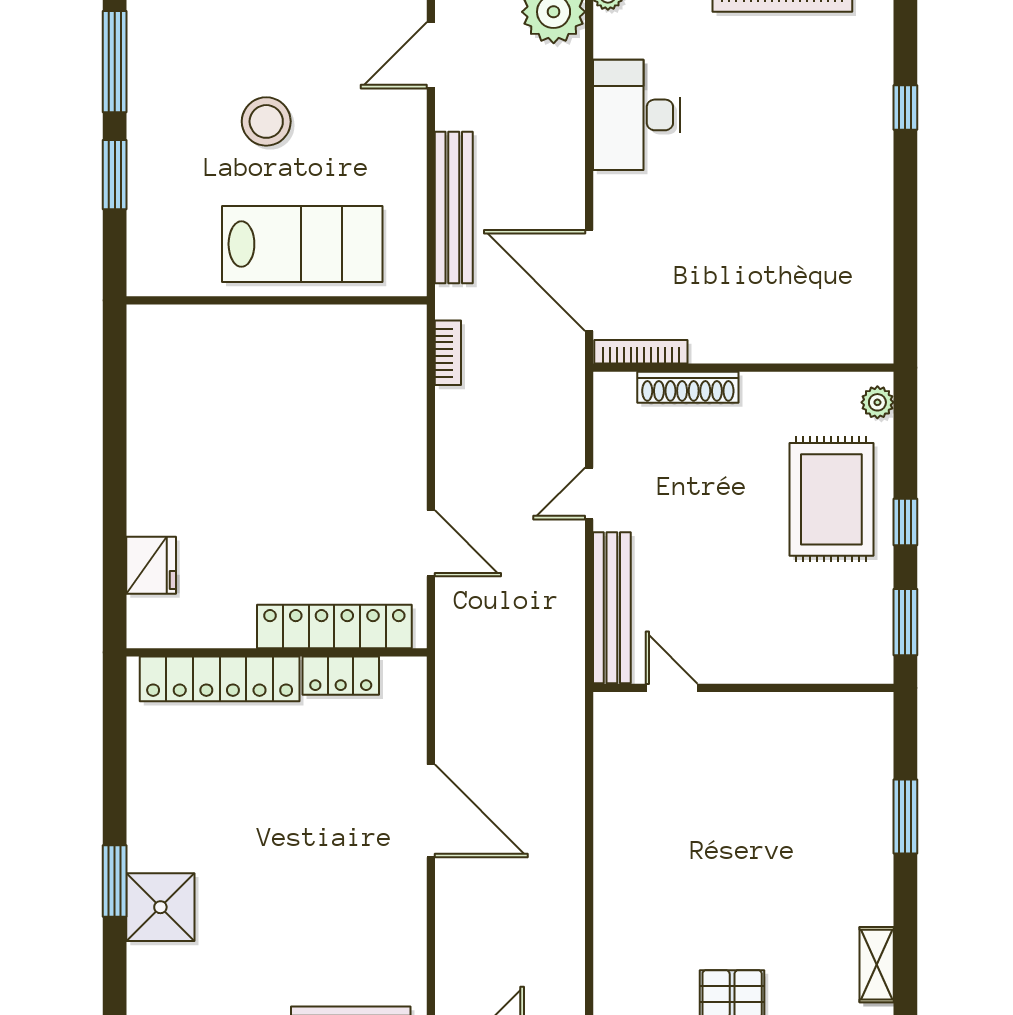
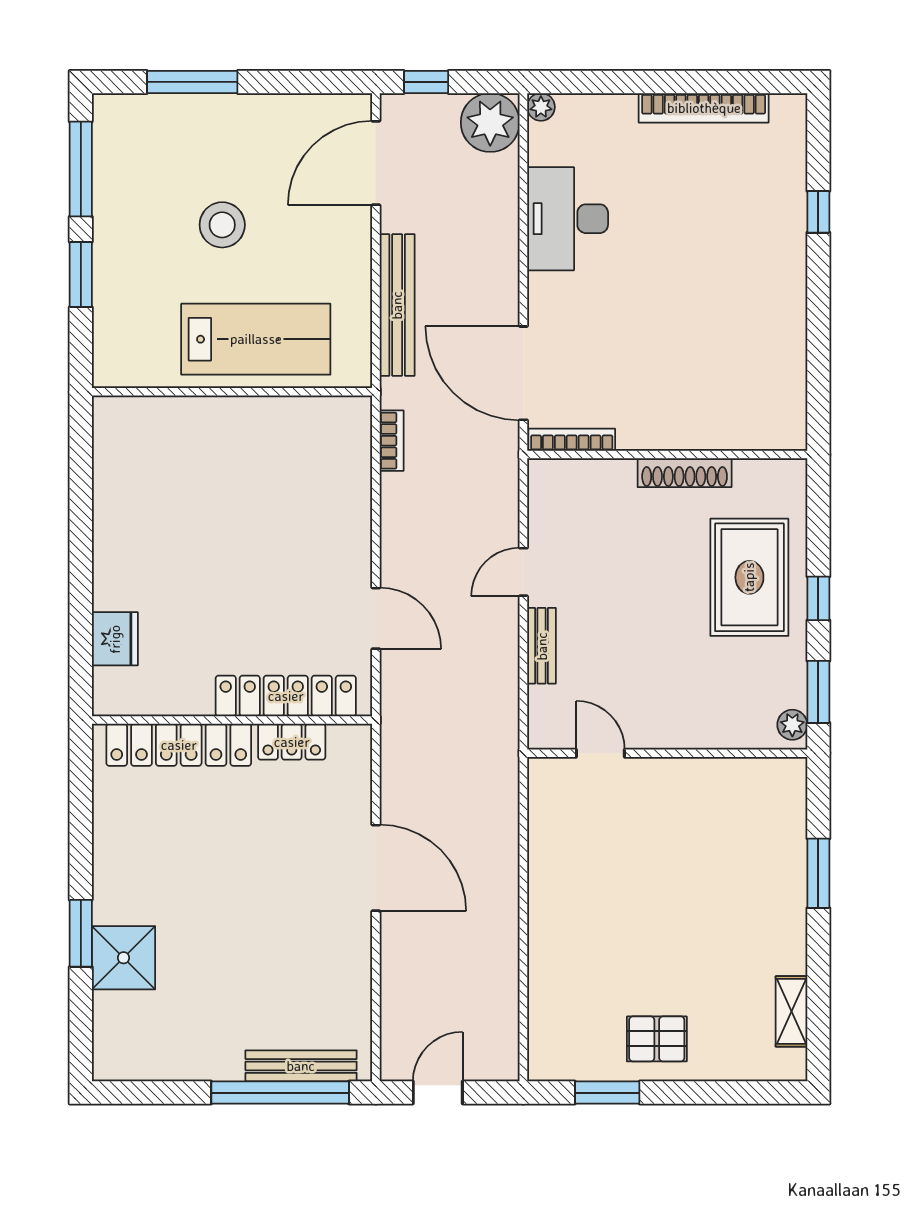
door: (431, 55) -> (376, 163), width x1.36
shoe rack: (688, 387) -> (685, 473), moved
plant: (877, 402) -> (792, 725), moved
bench: (612, 608) -> (542, 646), width x0.54, depth x0.82

